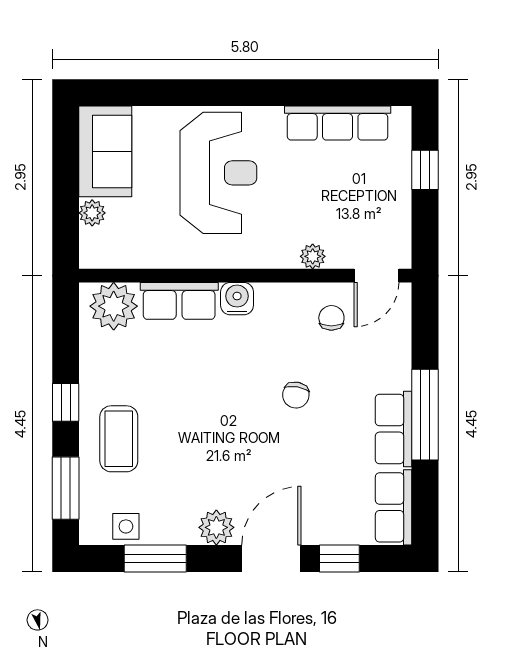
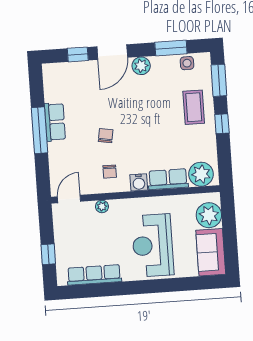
plant: (92, 213) -> (209, 215), width x1.88, depth x1.88
chair: (331, 318) -> (110, 172), moved
row of seats: (394, 507) -> (52, 82), removed

